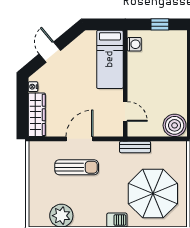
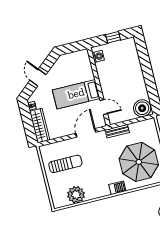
bed: (110, 59) -> (76, 94), moved, turned 90
door: (80, 139) -> (86, 133), moved
sun lounger: (77, 167) -> (65, 164), moved

